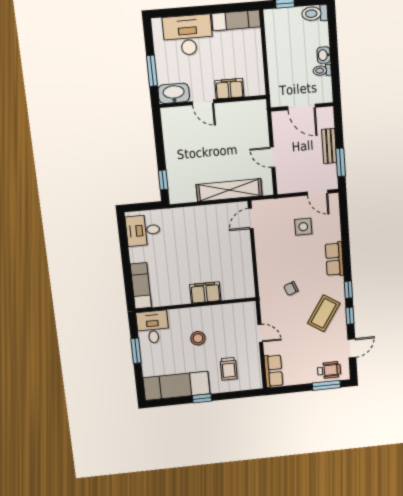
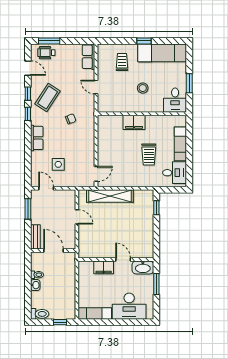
bench: (329, 146) -> (35, 237), moved
trolley: (181, 252) -> (149, 155), added
exam couch: (141, 286) -> (180, 144), moved
door: (352, 348) -> (28, 68), swing flipped

